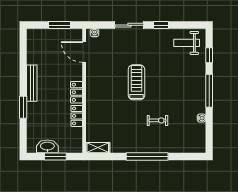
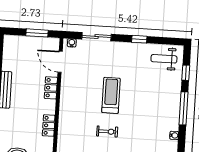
sliding door: (129, 25) -> (97, 37), moved
locker: (77, 92) -> (51, 88), moved
exercise bike: (157, 120) -> (107, 131), moved

